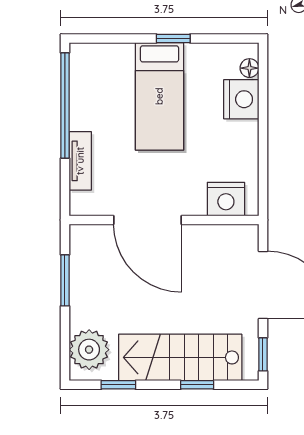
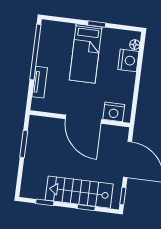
door: (148, 220) -> (83, 119), moved
plant: (89, 350) -> (32, 182), removed

